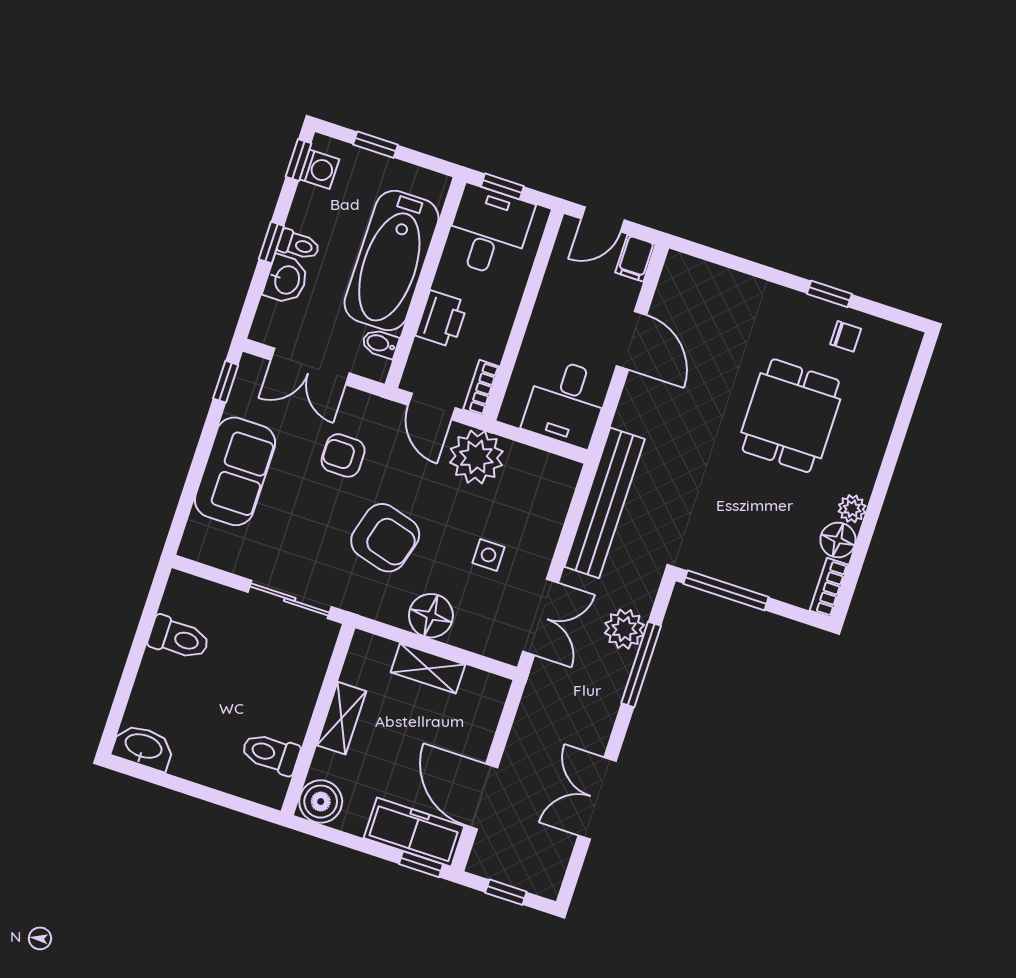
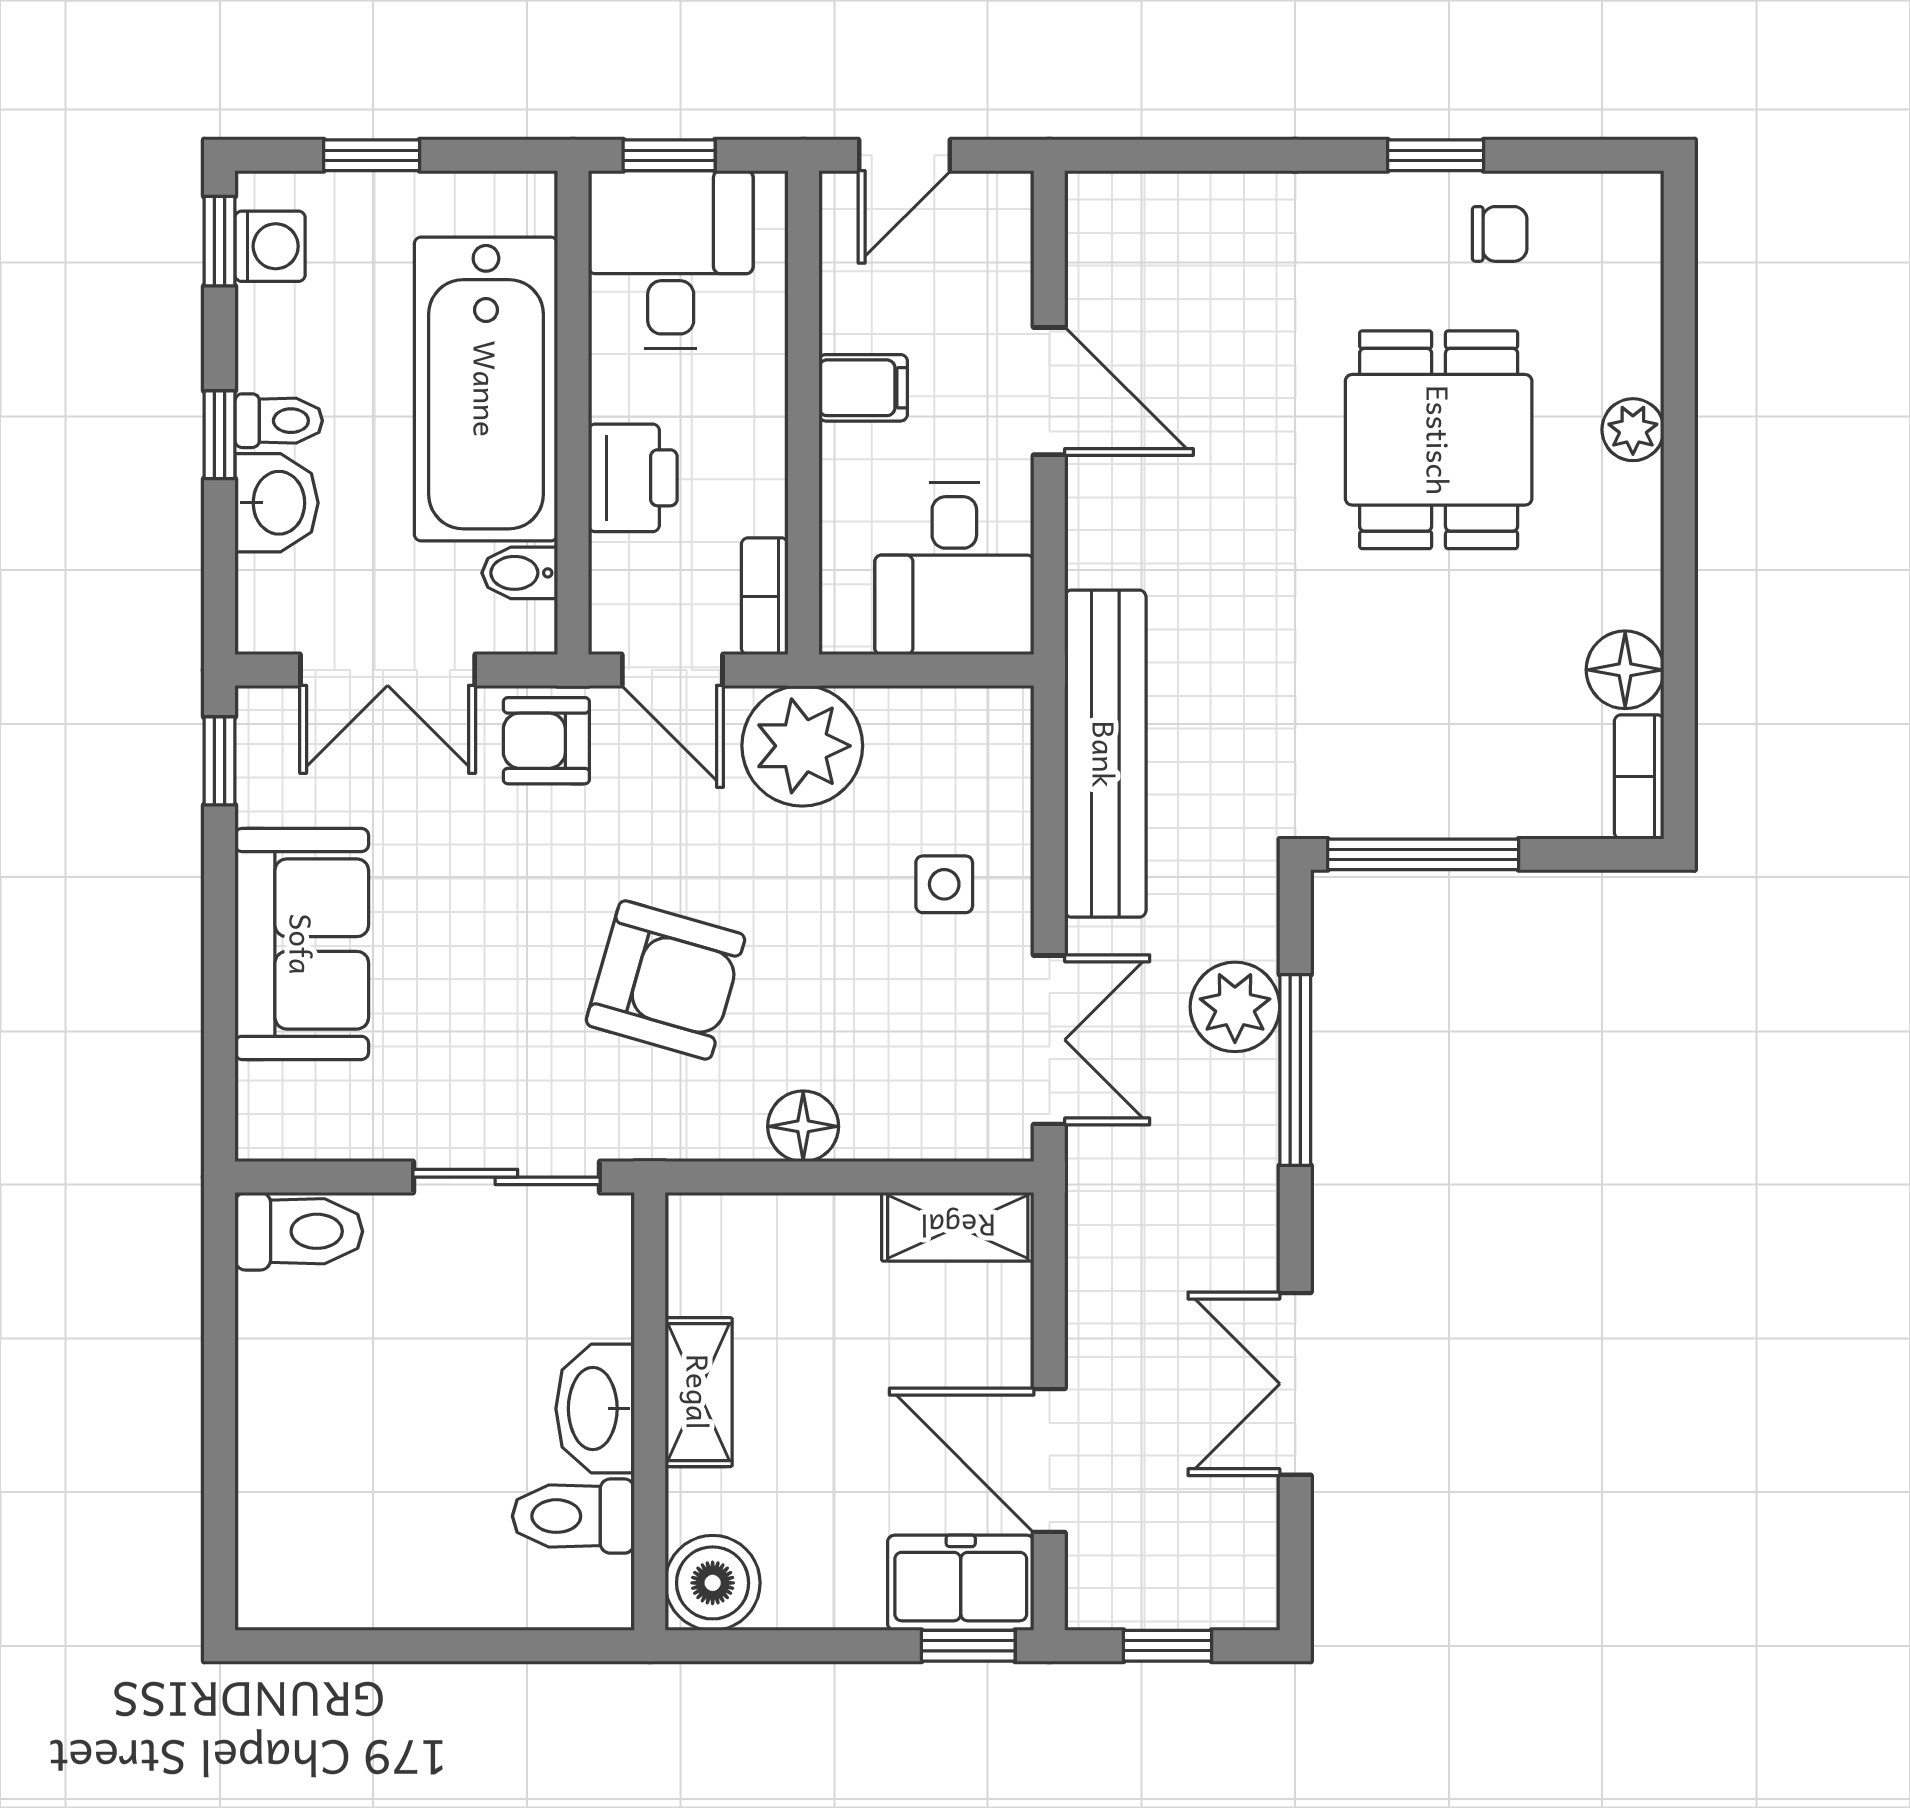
filing cabinet: (635, 258) -> (863, 388), moved, turned -90
armchair: (343, 455) -> (546, 741), moved
plant: (852, 509) -> (1633, 430), moved
side table: (488, 555) -> (944, 884), moved
floor lamp: (431, 616) -> (803, 1126), width x0.73, depth x0.73
toilet: (179, 638) -> (299, 1231), moved
shelving: (428, 668) -> (958, 1227), moved
washbasin: (143, 747) -> (595, 1409), moved, turned -90
freezer: (414, 832) -> (961, 1583), width x0.71

